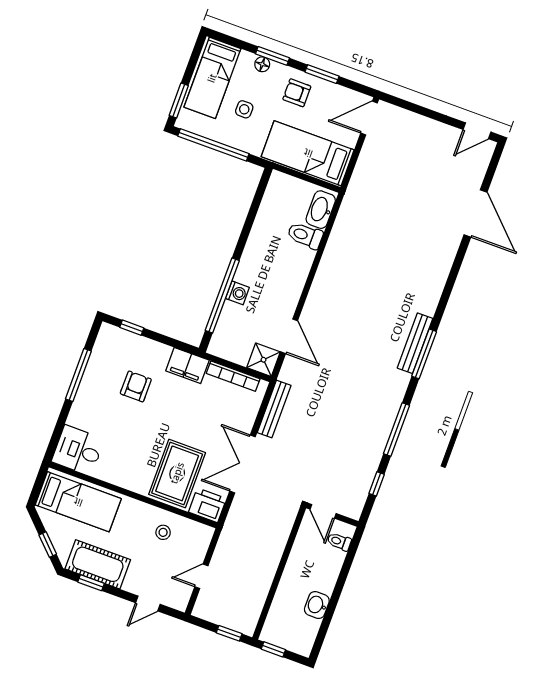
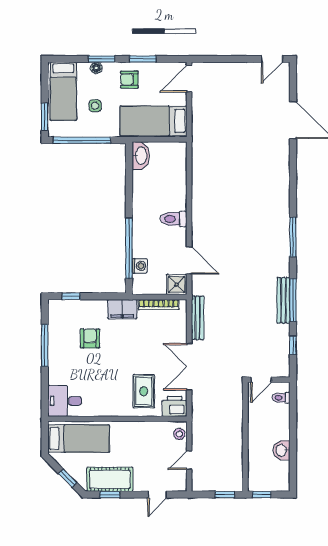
washbasin: (321, 210) -> (141, 156), moved, turned 180
toilet: (305, 235) -> (174, 219), moved
washing machine: (237, 293) -> (139, 266), moved
bench: (415, 343) -> (283, 300), moved
rug: (177, 473) -> (144, 391), width x0.73, depth x0.70
door: (323, 511) -> (261, 380), hinge flipped
stool: (163, 532) -> (179, 434), moved

